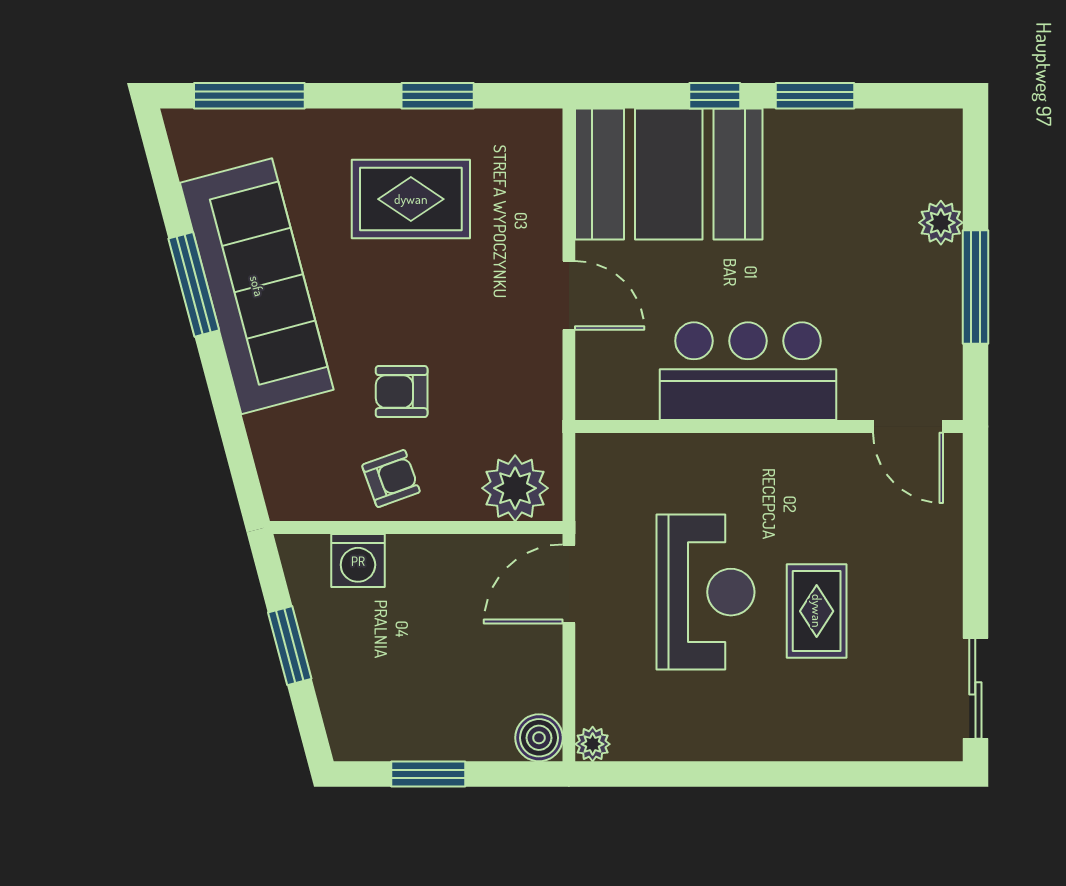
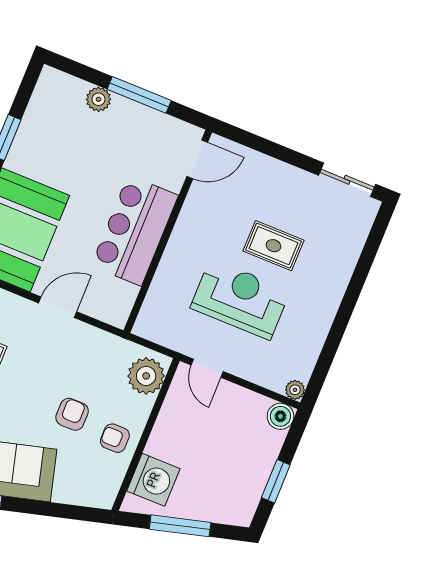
armchair: (402, 392) -> (72, 414), turned 180
armchair: (391, 478) -> (115, 438), turned -70
washing machine: (358, 561) -> (153, 480), width x1.37, depth x1.37
door: (569, 584) -> (207, 368), width x0.73
window: (290, 646) -> (180, 526), width x1.44

